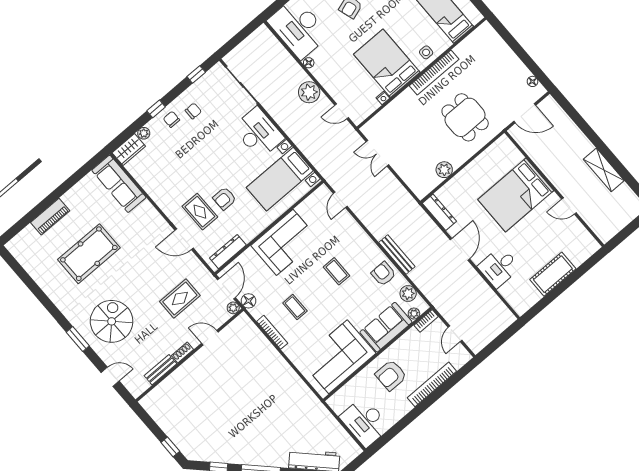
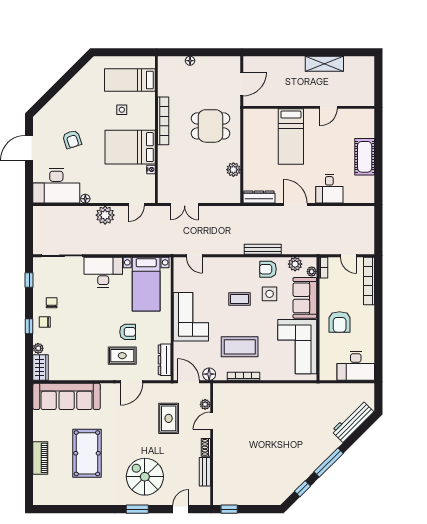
side table: (426, 52) -> (122, 110), moved
floor lamp: (533, 81) -> (190, 61), moved
sofa: (119, 184) -> (67, 396), width x1.36, depth x1.27
bed: (516, 195) -> (291, 137), width x0.67
armchair: (225, 199) -> (128, 332), turned -90
side table: (363, 294) -> (270, 294), added
coffee table: (295, 307) -> (240, 347), width x1.86, depth x1.72
plant: (233, 308) -> (205, 404), moved
bookcase: (432, 384) -> (369, 281), moved
window: (170, 447) -> (229, 509), moved

